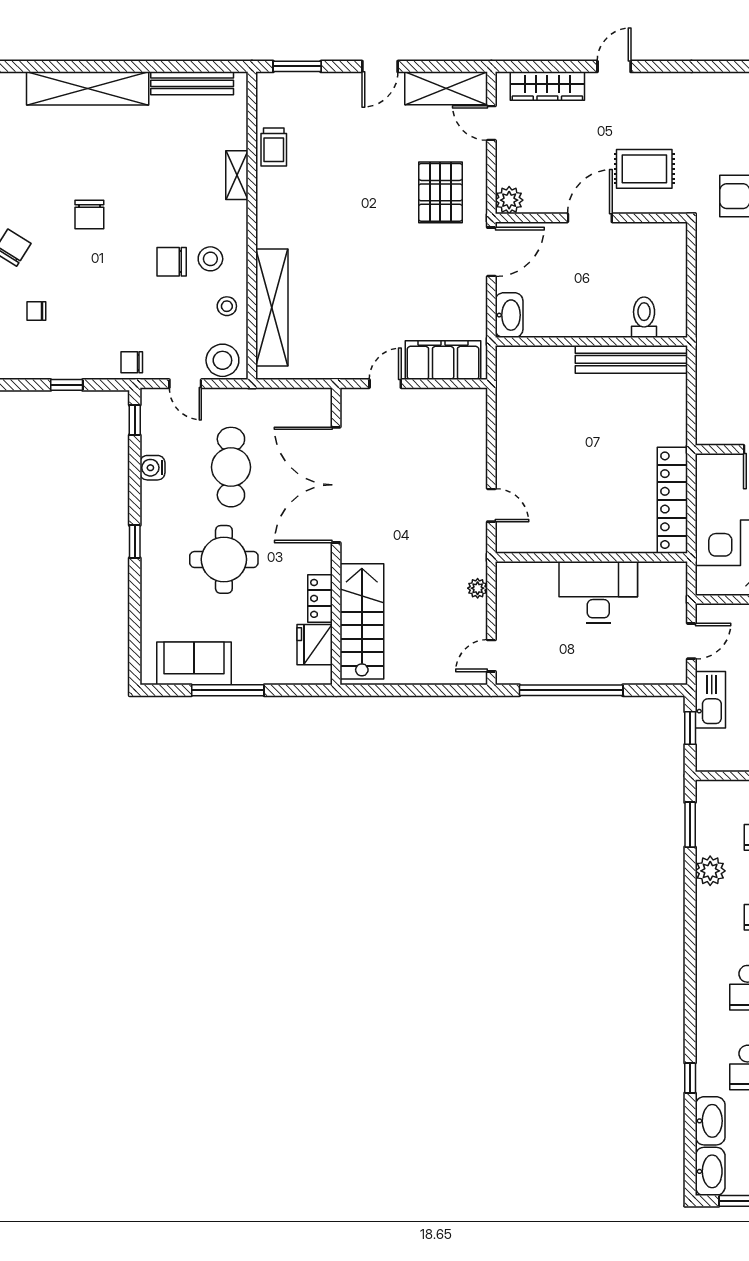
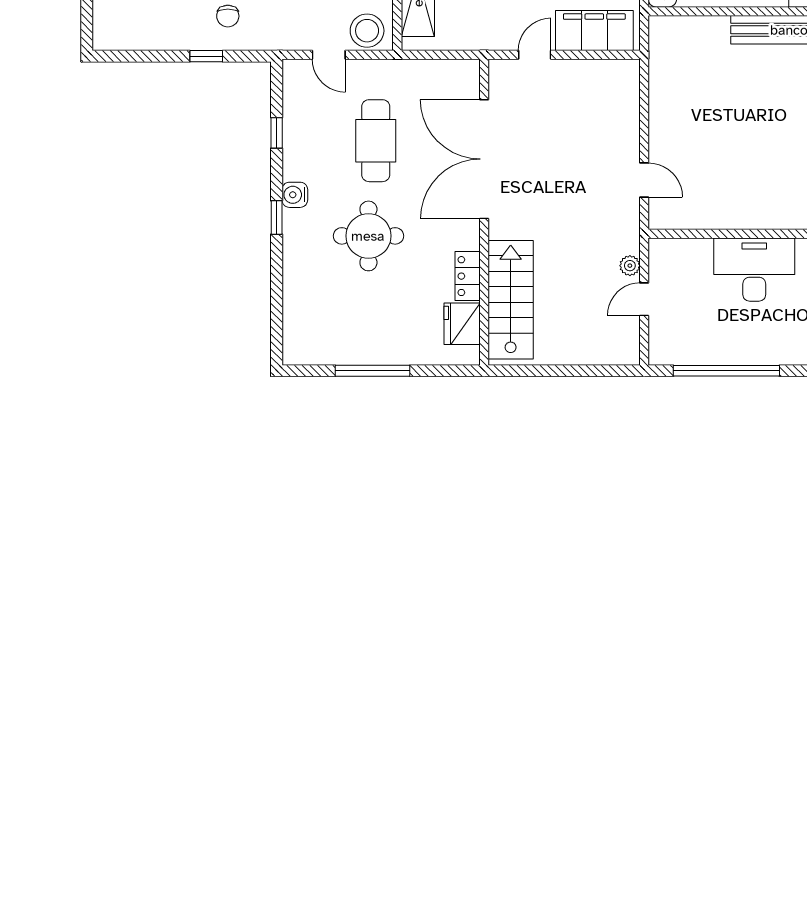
chair: (132, 362) -> (228, 16), moved, turned -90
window: (135, 420) -> (277, 133), moved
water cooler: (152, 468) -> (295, 195), moved
door: (491, 656) -> (644, 299), moved
sofa: (194, 663) -> (338, 343), removed

